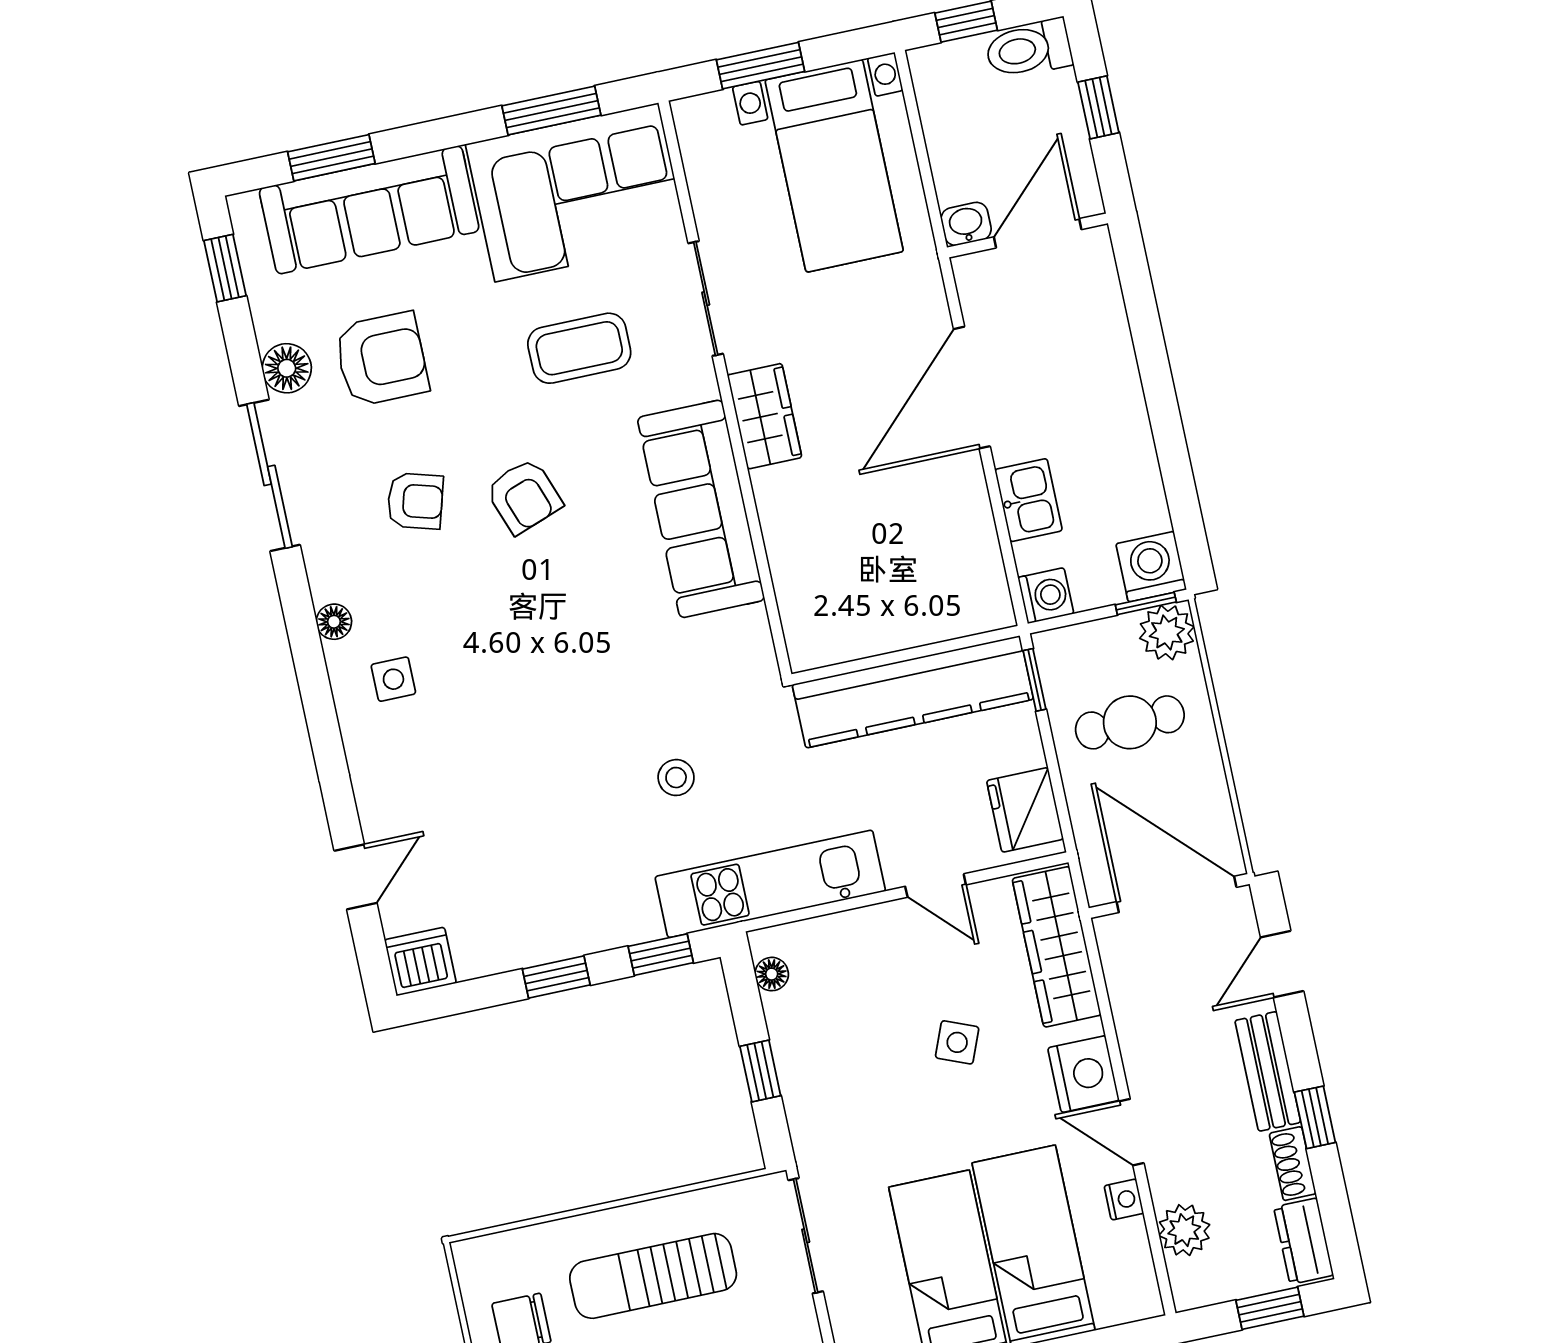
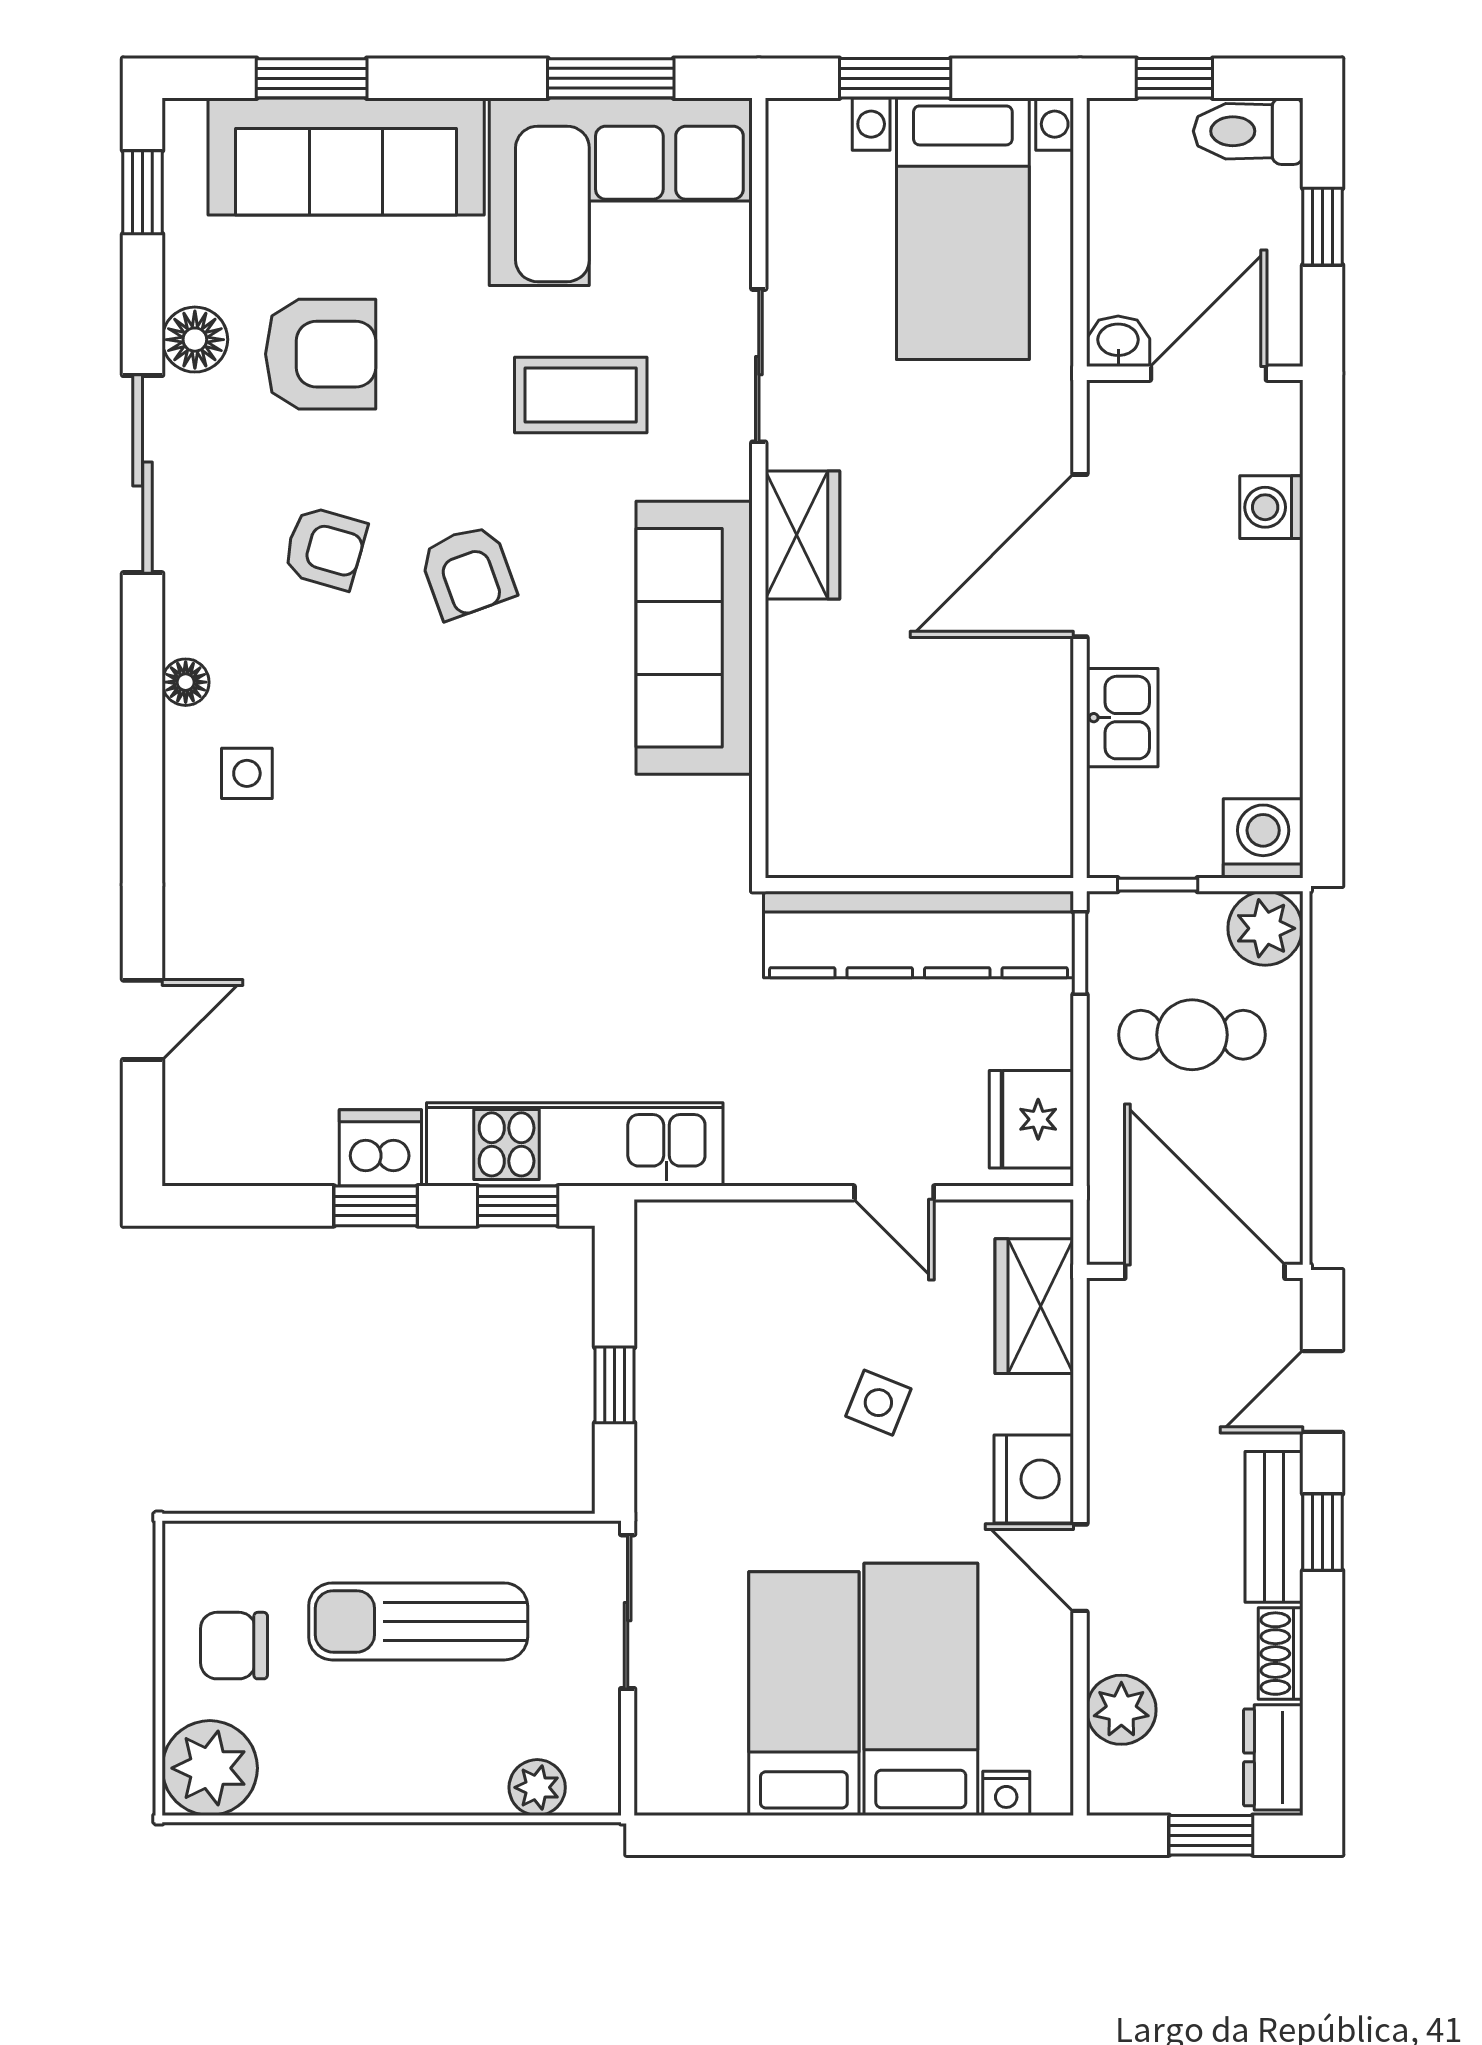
washing machine: (1046, 596) -> (1271, 507), moved, turned 180
window: (1146, 603) -> (1158, 885), moved
stool: (676, 778) -> (587, 980), removed
kitchen unit: (770, 884) -> (575, 1144), moved
wardrobe: (1057, 947) -> (1034, 1306), width x0.67
dishwasher: (420, 962) -> (380, 1148), moved
floor lamp: (772, 974) -> (656, 1262), removed
window: (1315, 1117) -> (1323, 1532), moved
nightstand: (1124, 1200) -> (1006, 1793), moved, turned 90

